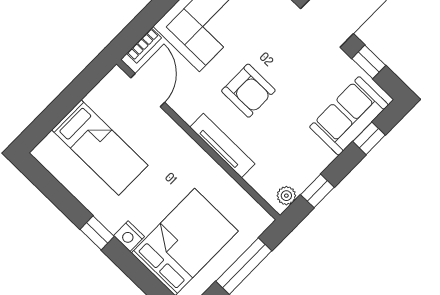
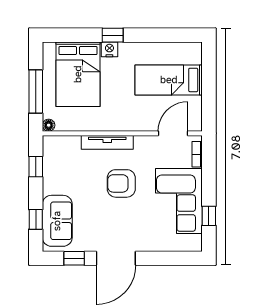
door: (148, 90) -> (173, 133), swing flipped
plant: (286, 196) -> (49, 149), removed
floor lamp: (264, 220) -> (49, 125), added
window: (97, 233) -> (113, 35), moved

